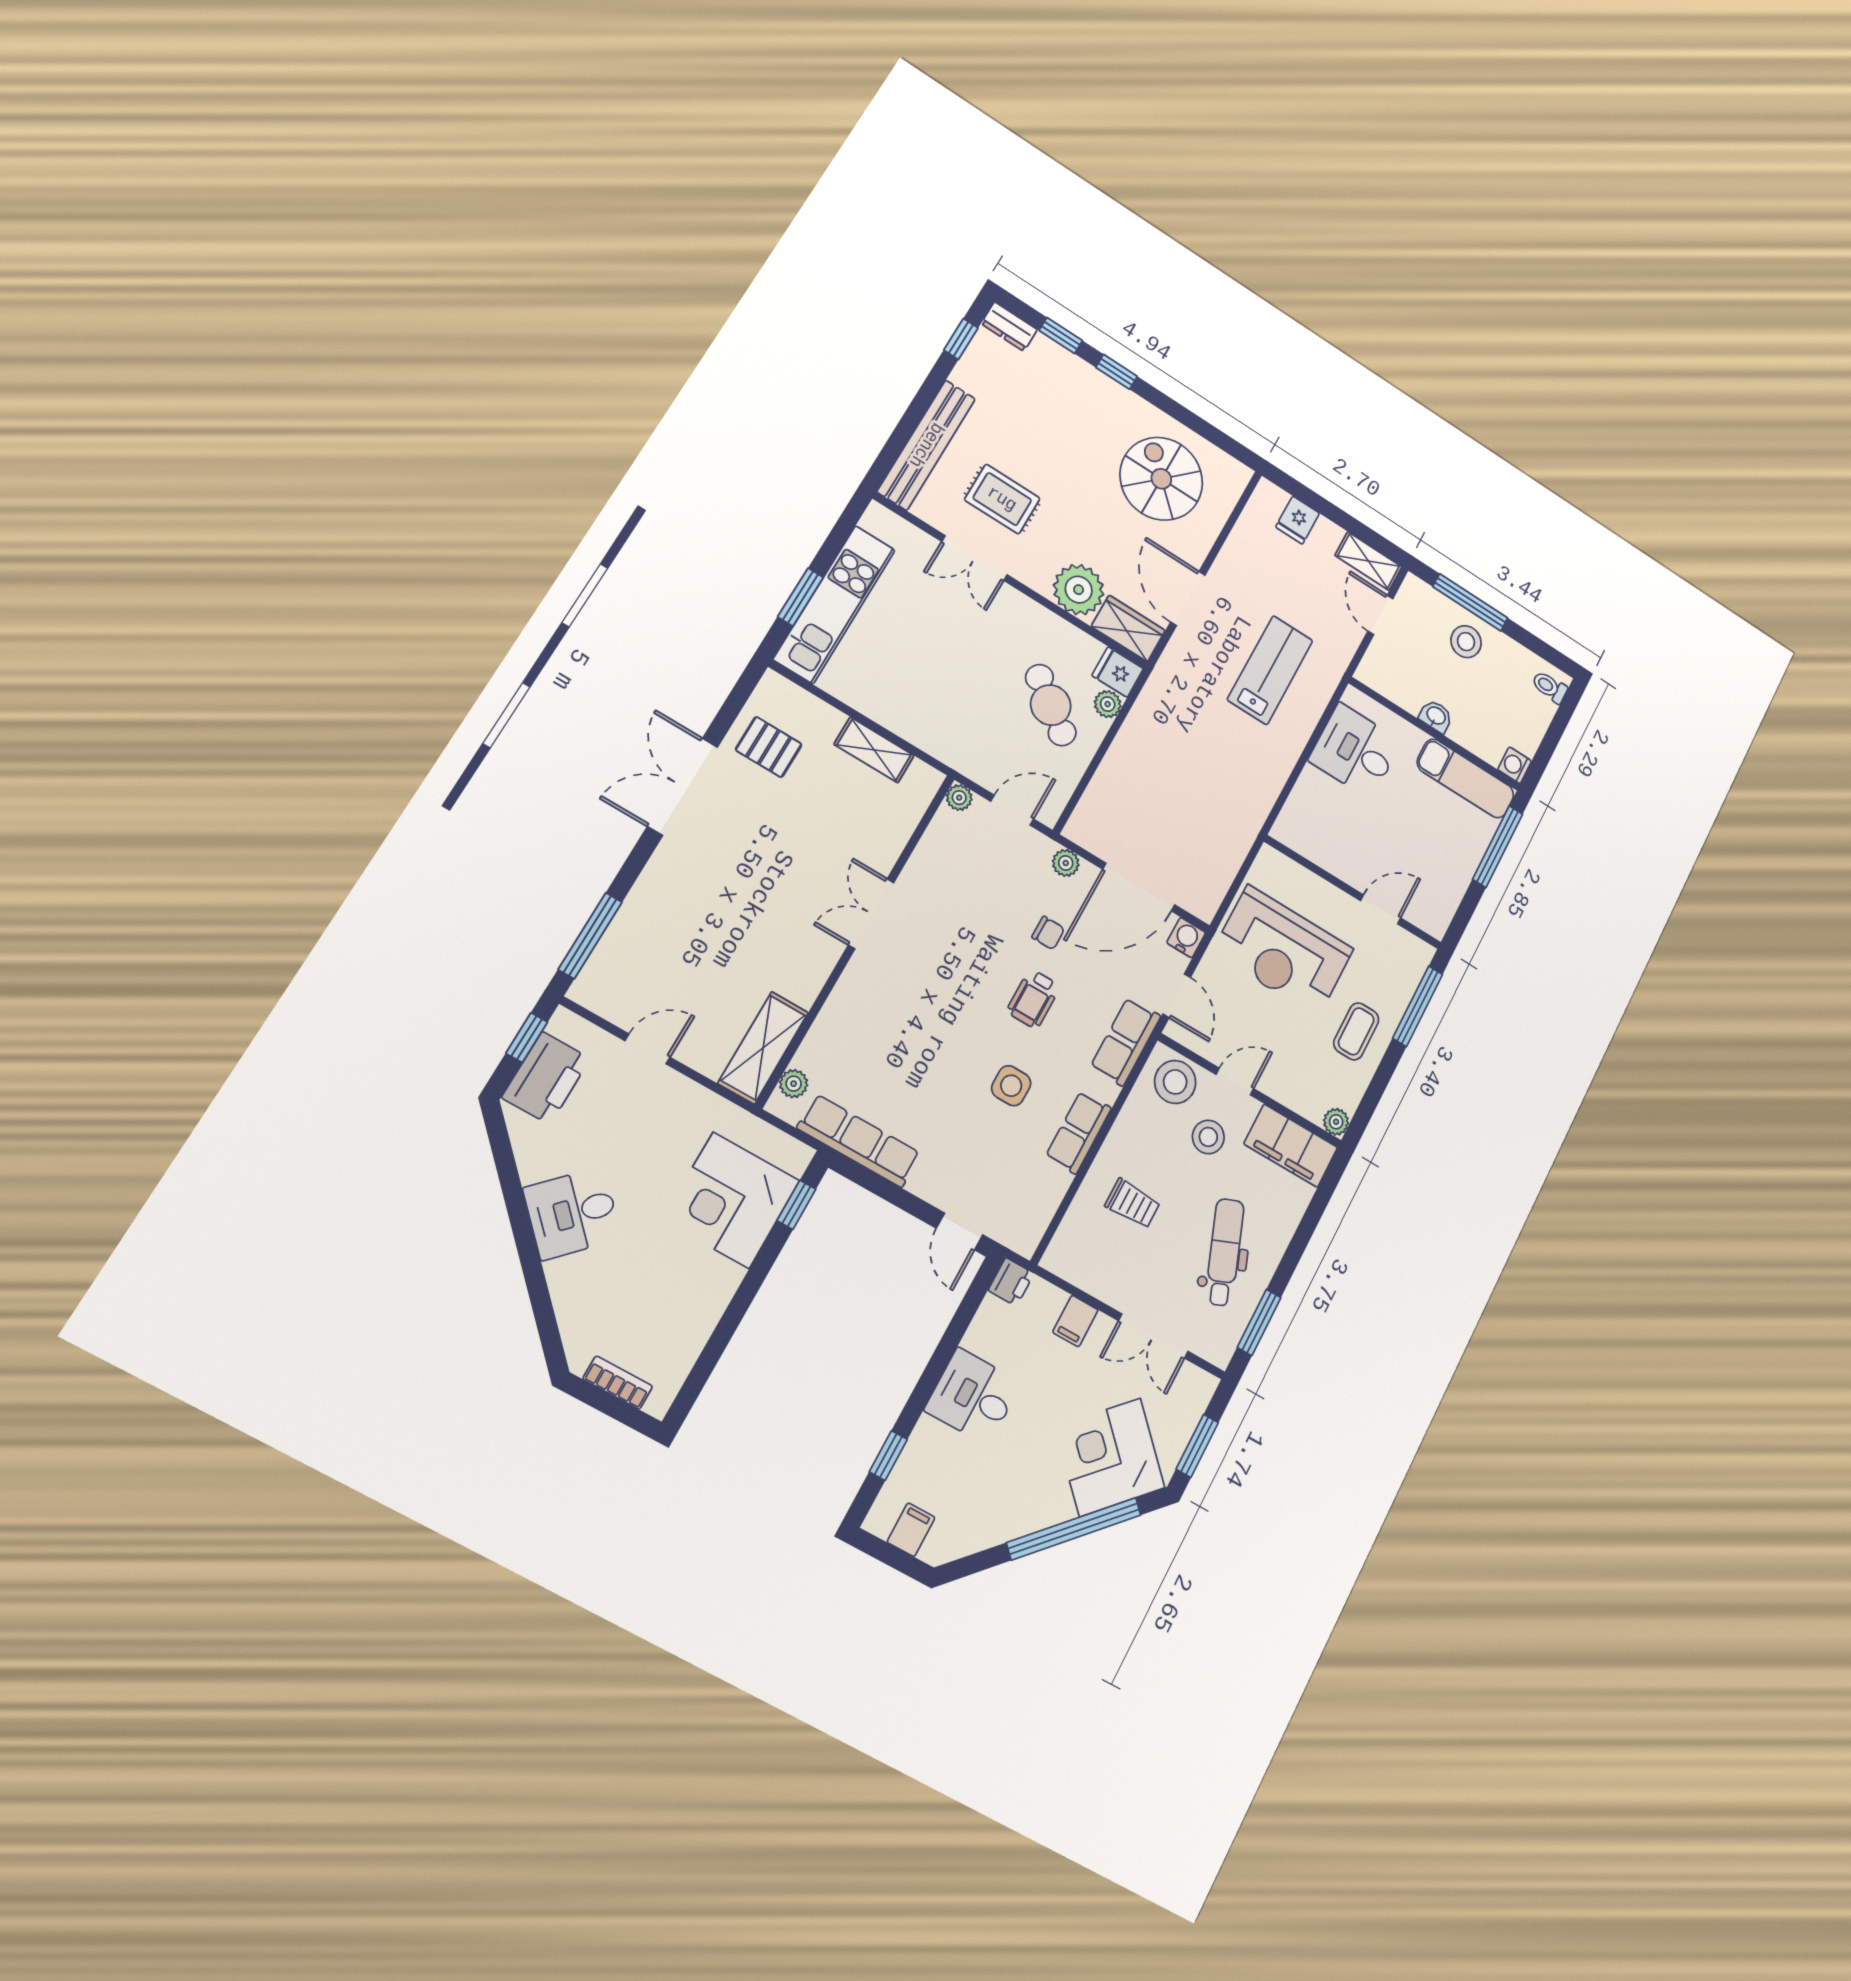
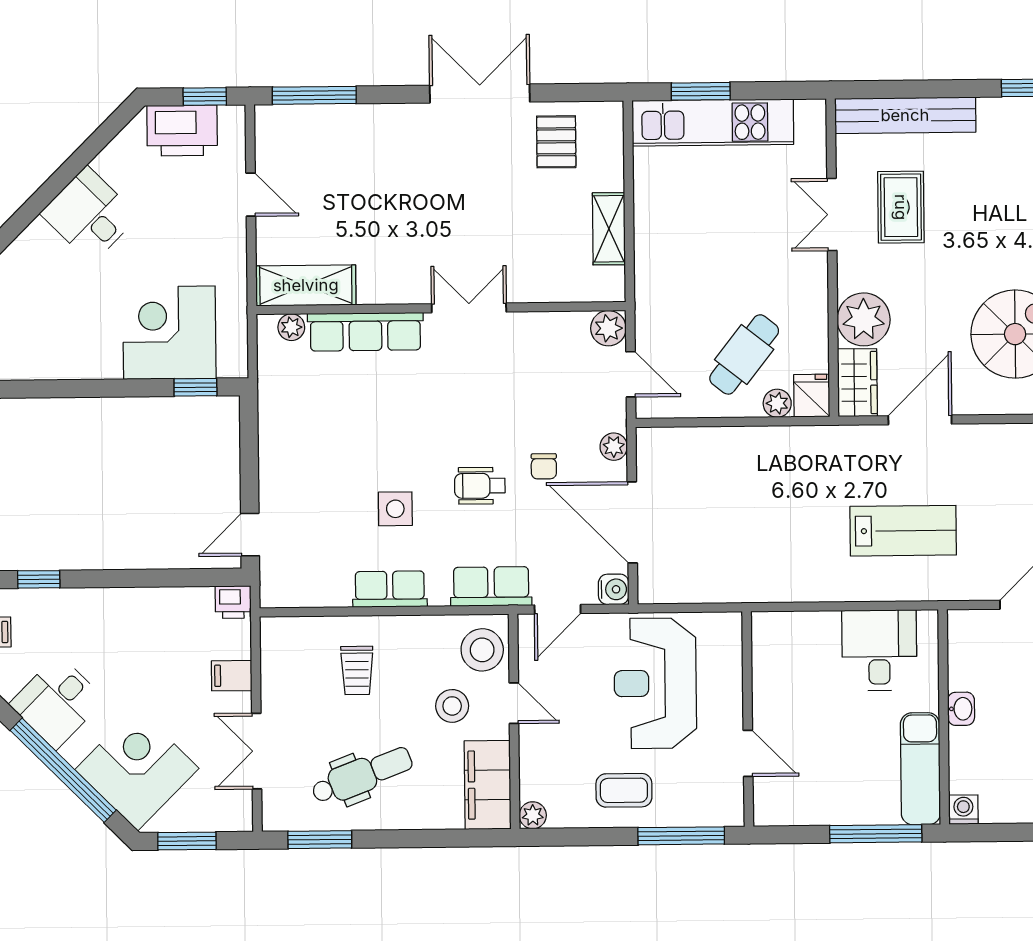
plant: (959, 798) -> (608, 328), width x1.38, depth x1.38
row of seats: (859, 1141) -> (365, 332), moved, turned 90
desk: (973, 1396) -> (57, 702), moved, turned -135

